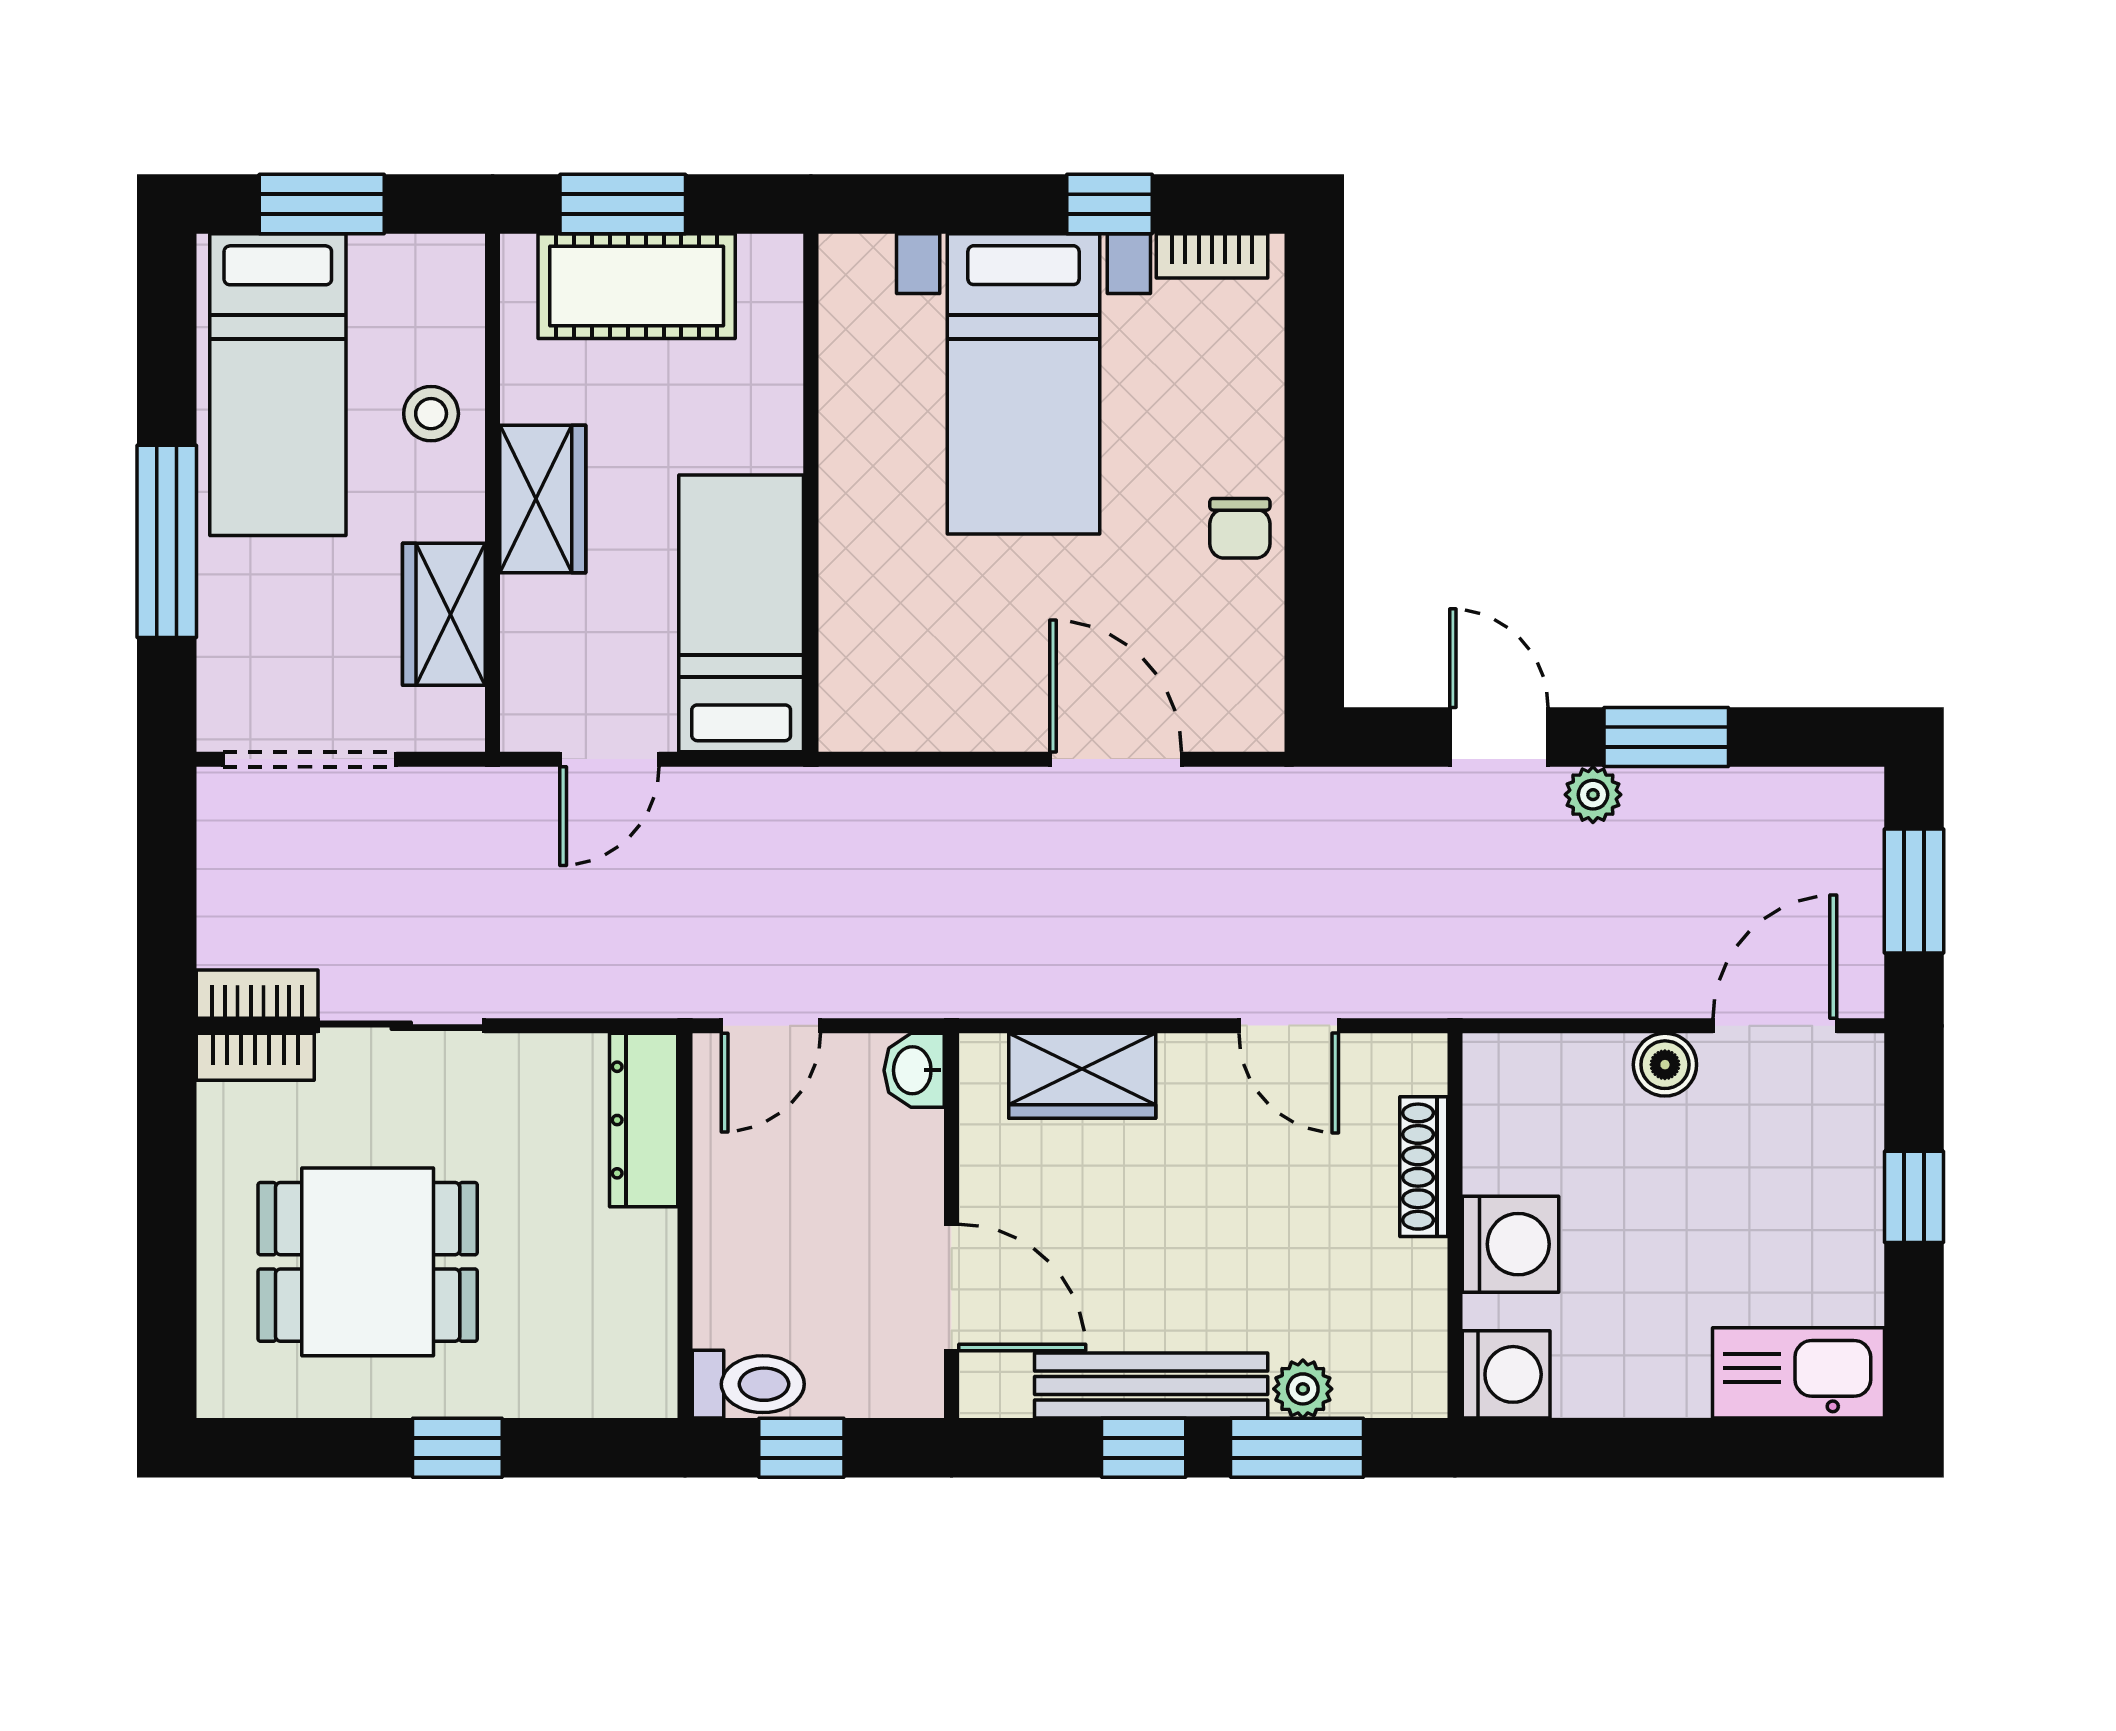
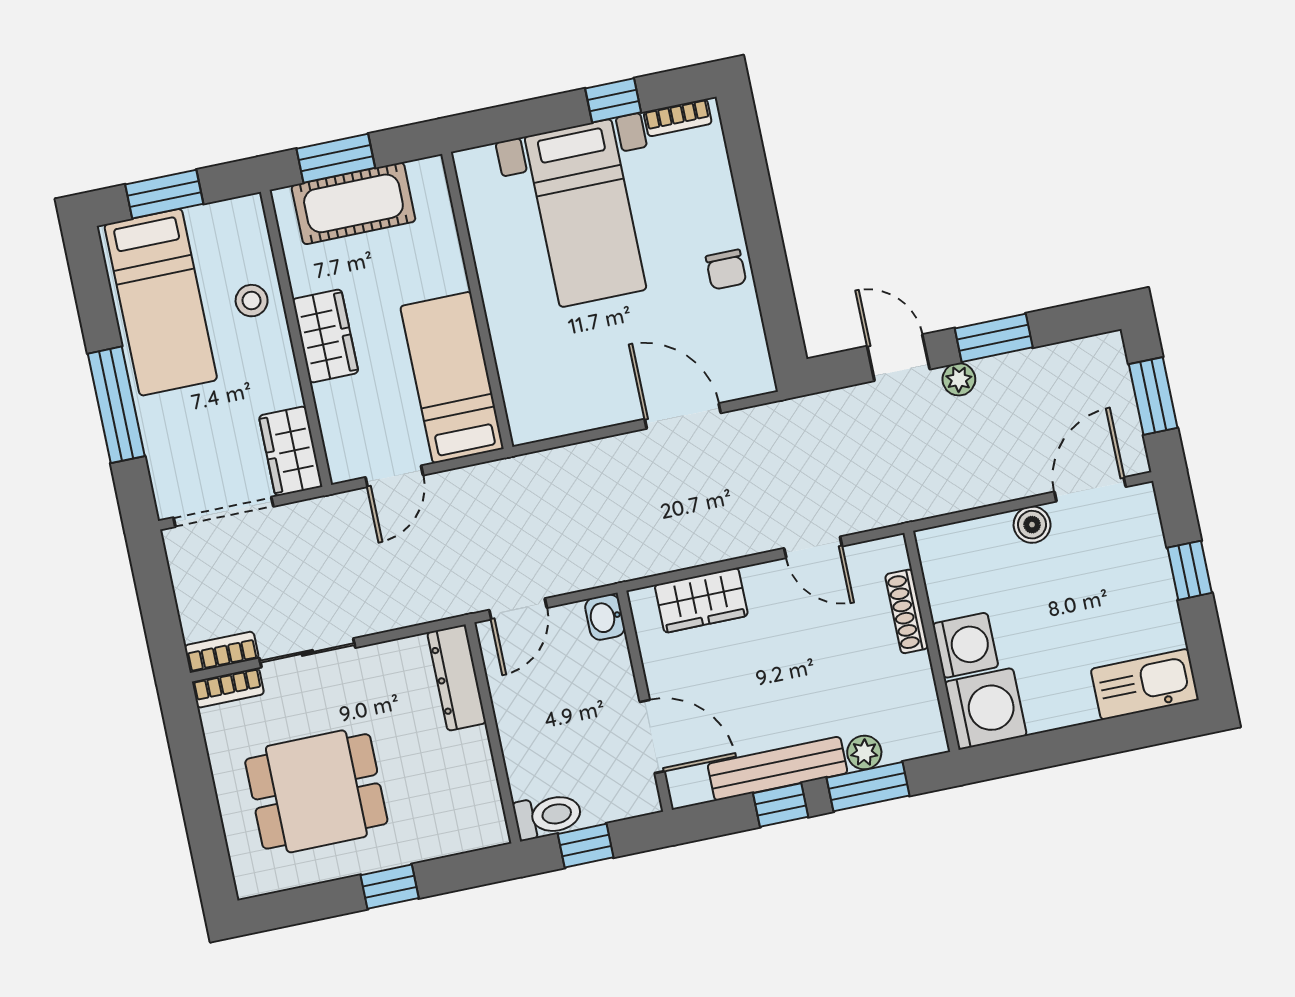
wardrobe: (444, 614) -> (291, 451), moved
washing machine: (1506, 1374) -> (986, 709), width x1.37, depth x1.37

